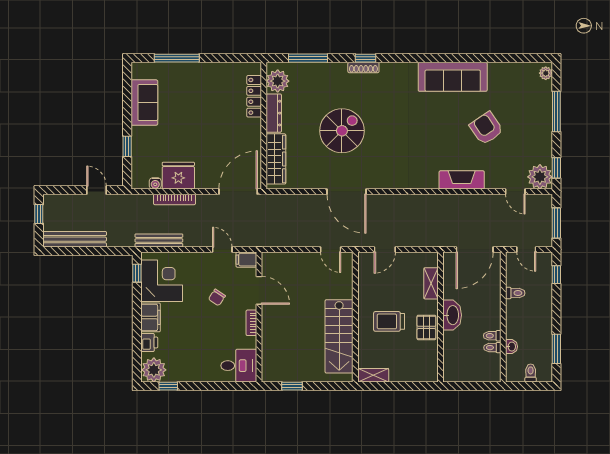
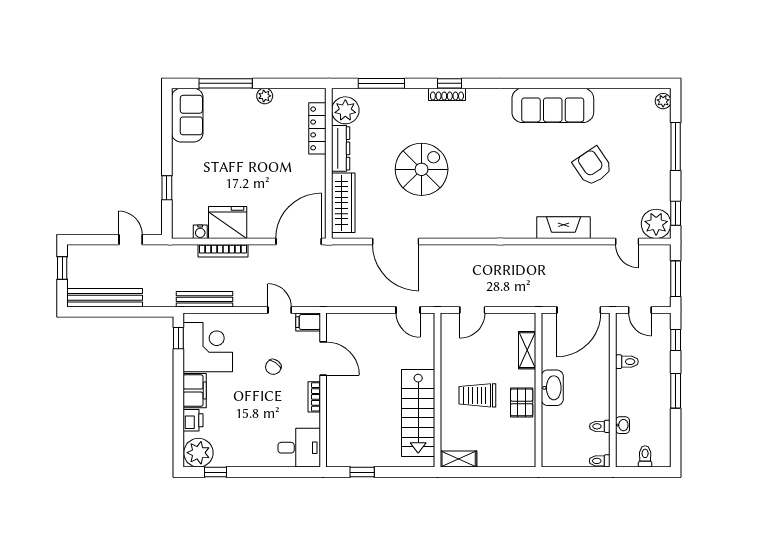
plant: (210, 69) -> (265, 96), added
sofa: (144, 103) -> (187, 115), moved
door: (346, 192) -> (396, 241), moved
toilet: (492, 336) -> (600, 461), moved
window: (556, 349) -> (676, 391), moved

